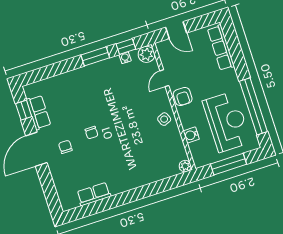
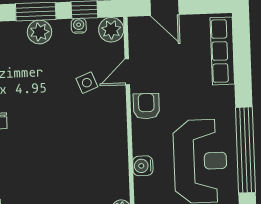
plant: (101, 69) -> (40, 32), added
armchair: (183, 96) -> (146, 106), turned 180
side table: (164, 119) -> (87, 83), moved

